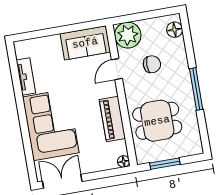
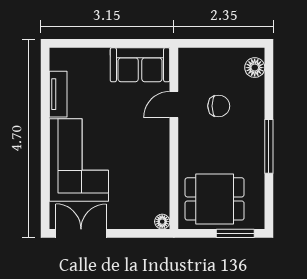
plant: (128, 35) -> (195, 64), removed
piano: (112, 119) -> (157, 166), removed
dining table: (157, 121) -> (215, 199), moved
window: (165, 164) -> (235, 233), moved

